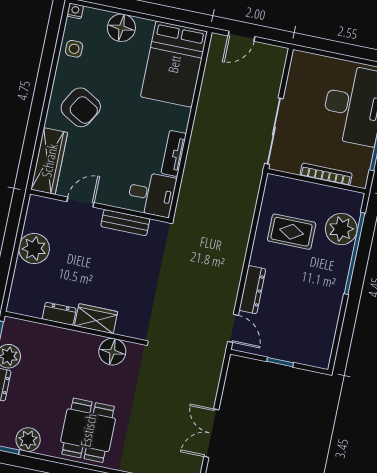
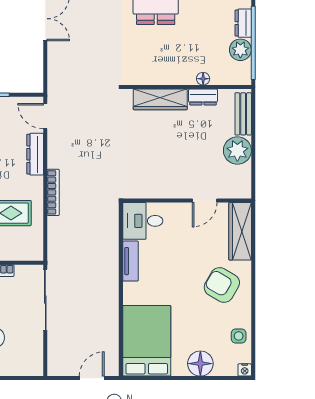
bench: (125, 223) -> (243, 114), moved, turned 90
bookcase: (242, 244) -> (53, 192), added
wardrobe: (96, 319) -> (160, 99), width x1.50
floor lamp: (112, 352) -> (203, 79), moved, width x0.53, depth x0.53

